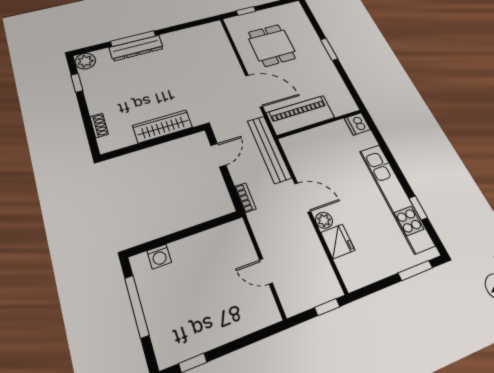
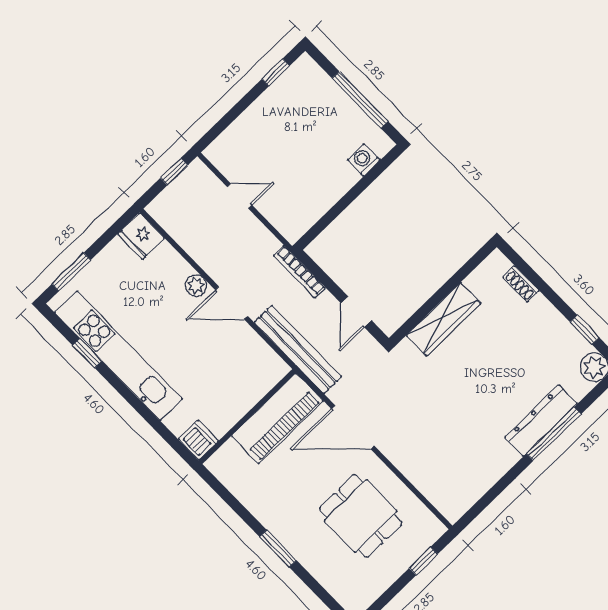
bookcase: (245, 198) -> (299, 272), width x1.56
fridge: (338, 241) -> (141, 236), moved
window: (327, 307) -> (174, 172), moved

